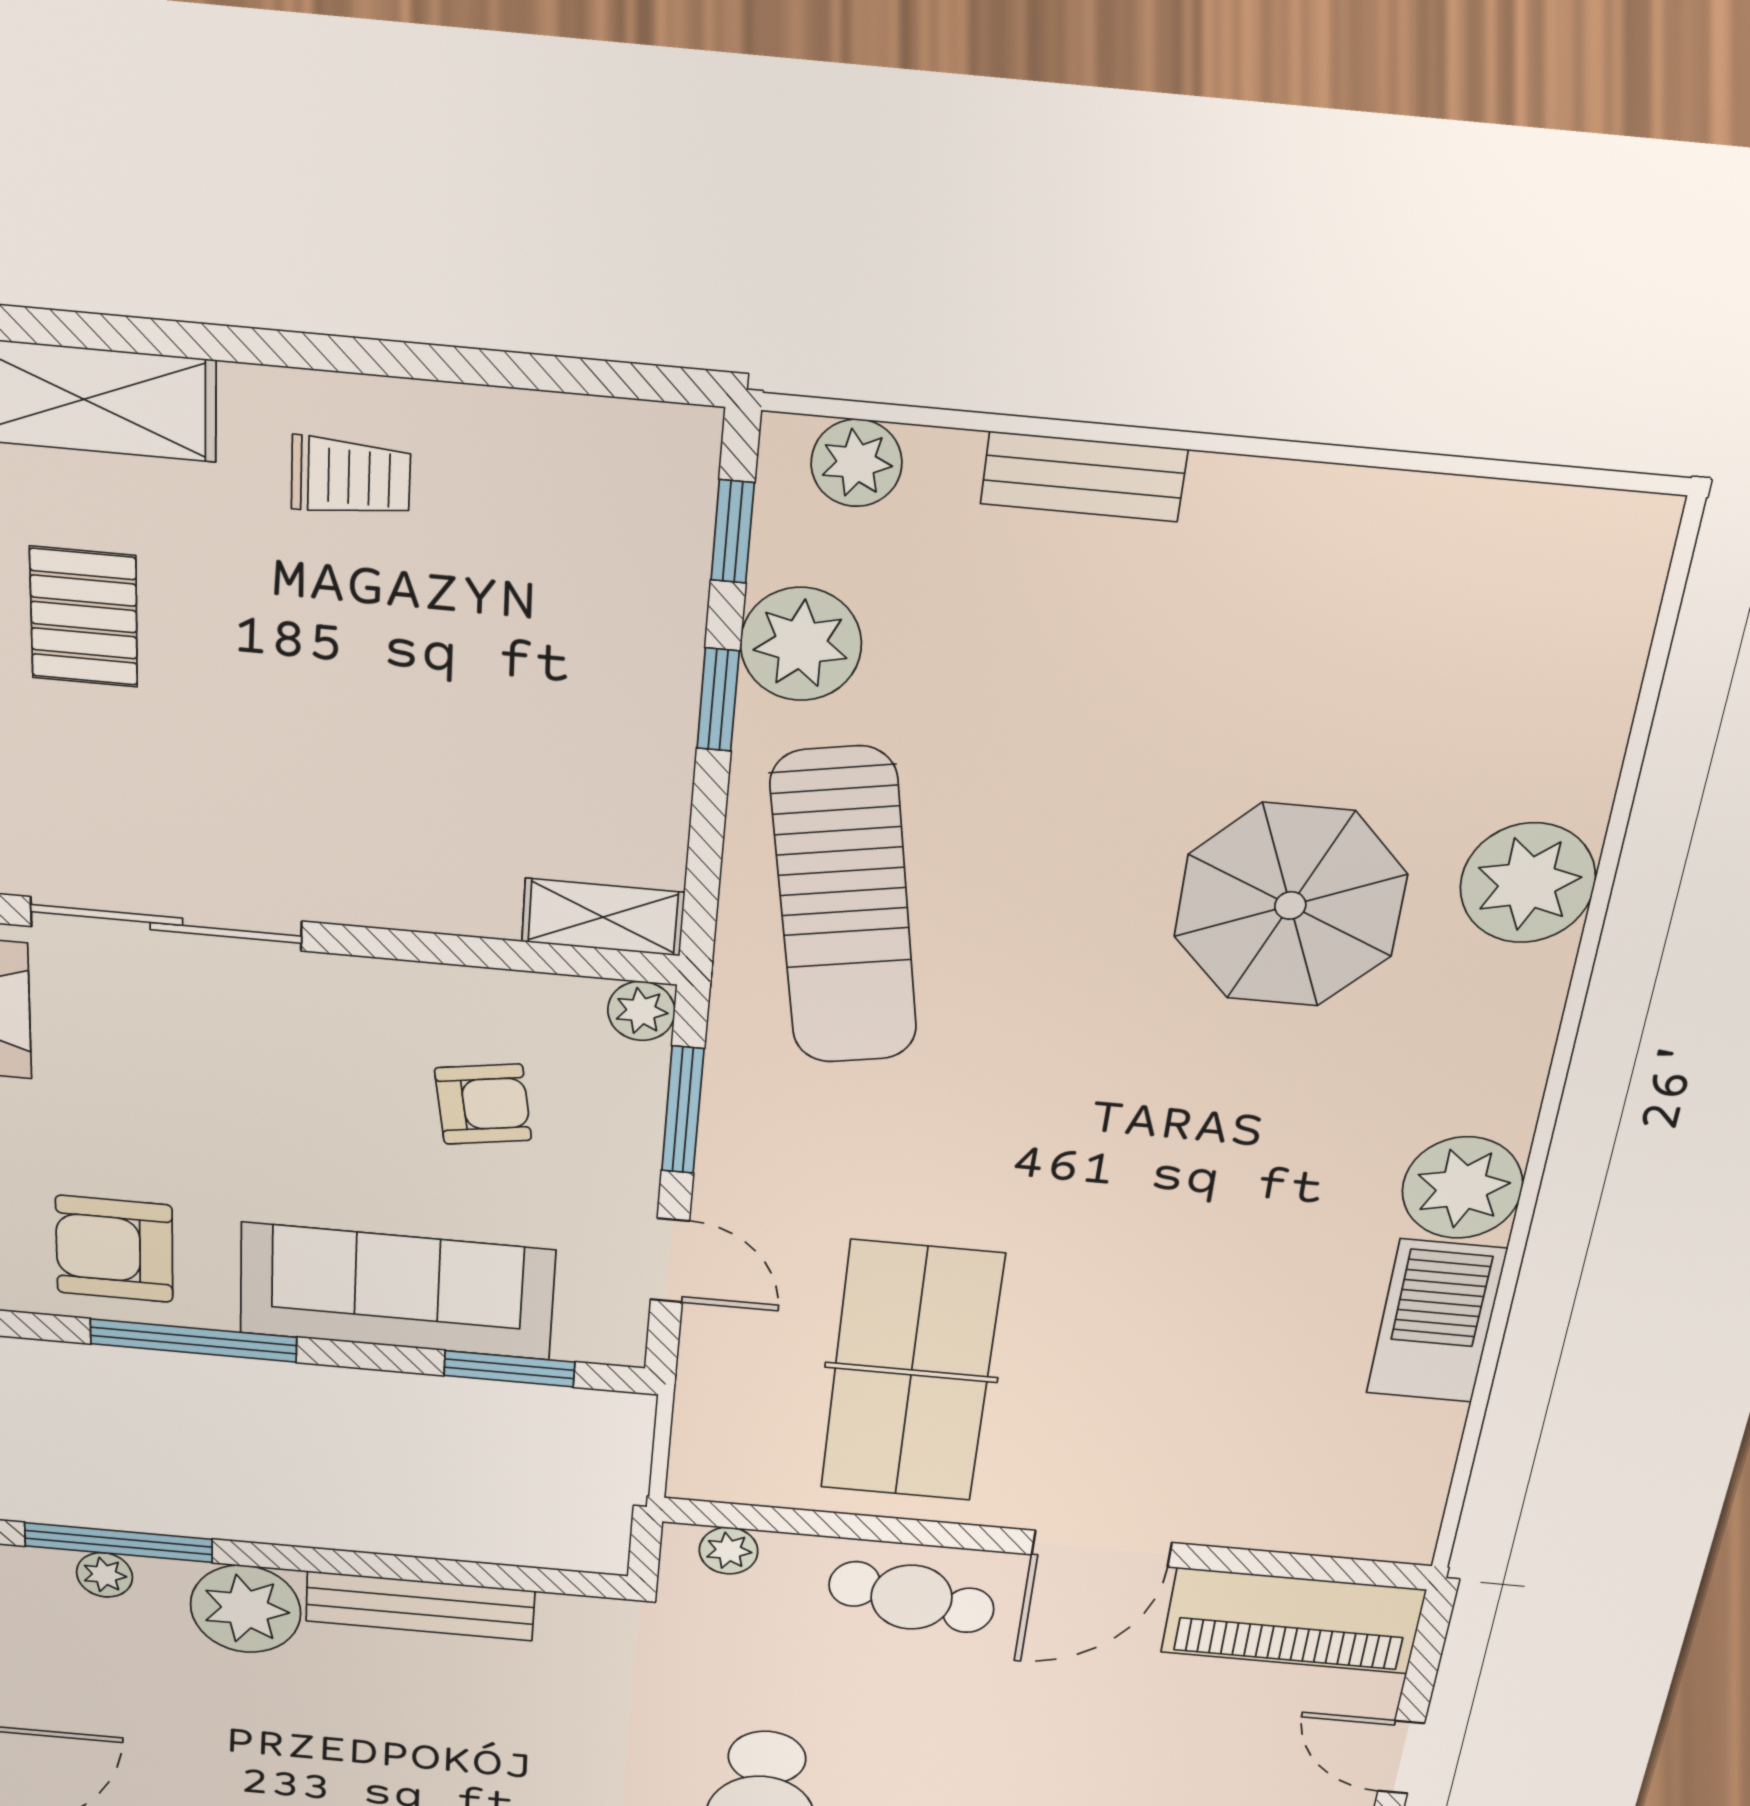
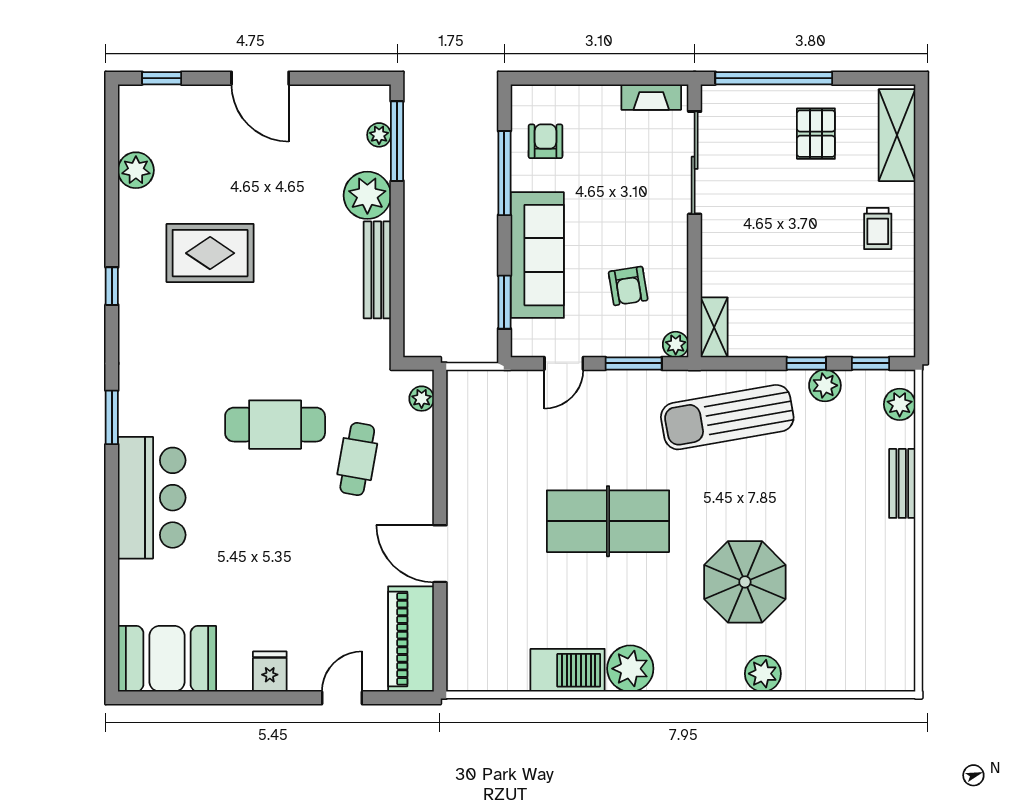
pallet: (84, 617) -> (816, 134), turned 90
plant: (801, 644) -> (825, 385), width x0.73, depth x0.73
plant: (1528, 883) -> (763, 674), width x0.73, depth x0.73
armchair: (114, 1249) -> (545, 141), width x0.72, depth x0.72
table tennis table: (911, 1372) -> (608, 521), moved
cafe table: (911, 1597) -> (357, 459), moved

